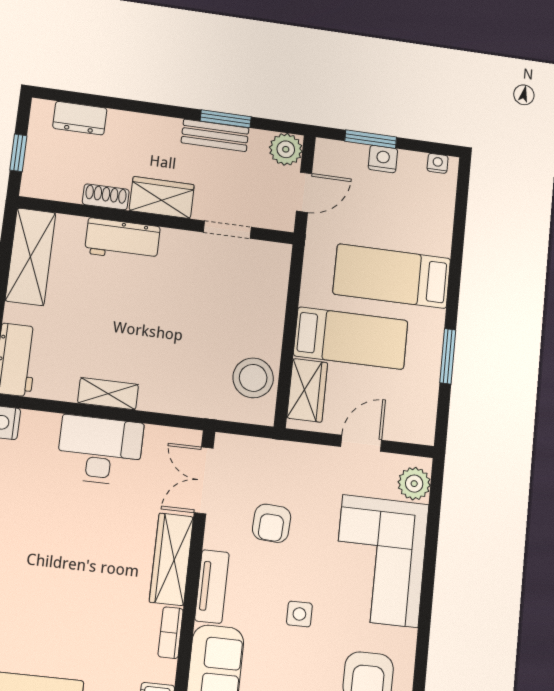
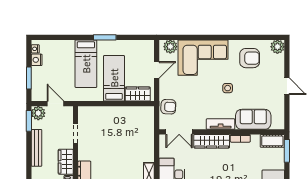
window: (226, 119) -> (29, 121), moved
bench: (215, 135) -> (36, 148), width x1.36
nightstand: (383, 159) -> (37, 60), moved
window: (448, 356) -> (105, 37), moved
stool: (253, 378) -> (135, 117), removed
door: (361, 443) -> (157, 70), swing flipped
armchair: (272, 523) -> (168, 107), moved

